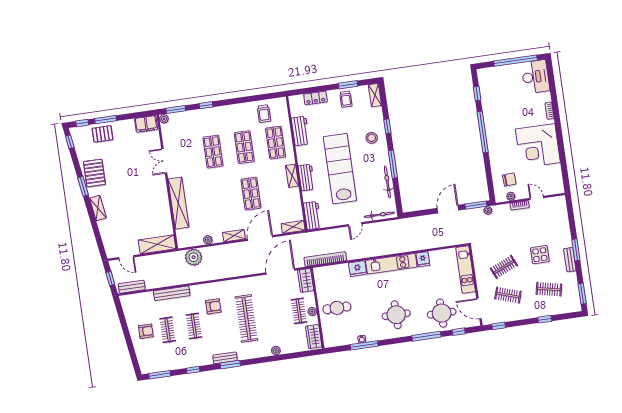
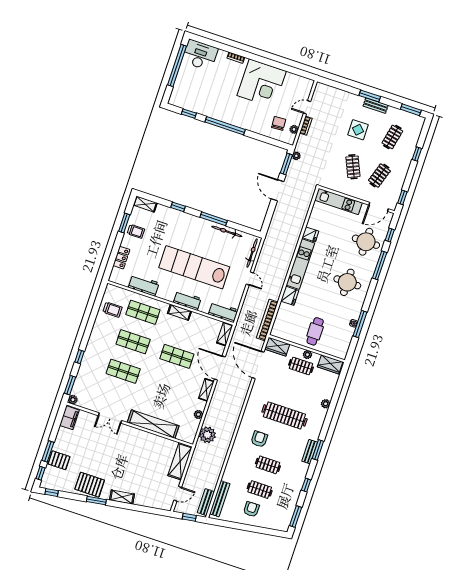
pallet: (102, 134) -> (59, 460), turned 90
stool: (372, 138) -> (181, 226), removed
bench: (172, 293) -> (220, 499), moved

